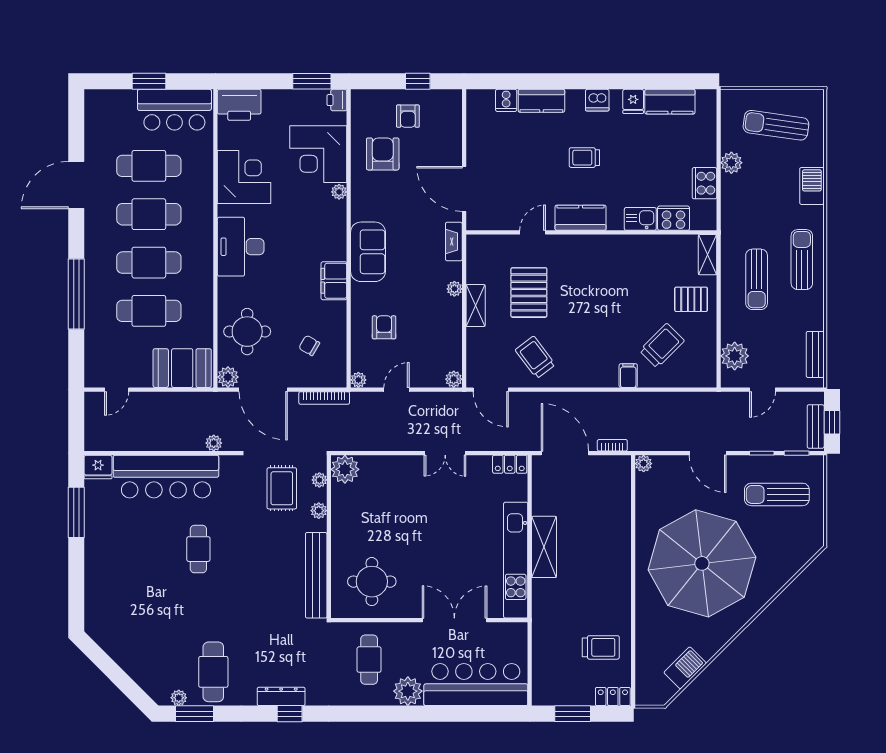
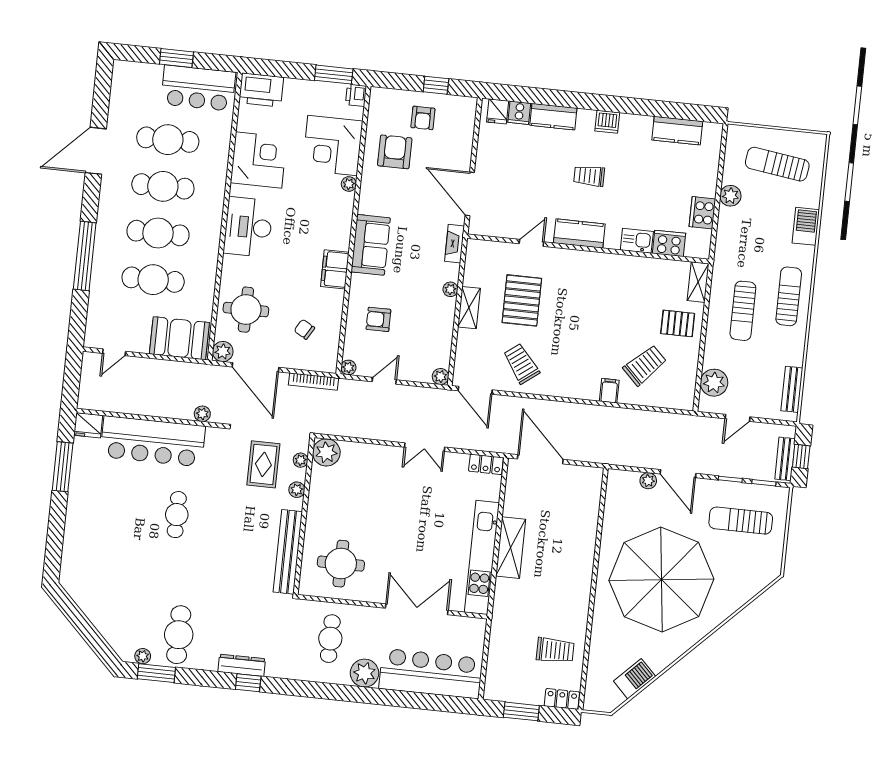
fridge: (633, 101) -> (498, 111), moved
armchair: (384, 327) -> (378, 319), turned -90
bookcase: (612, 445) -> (587, 456), removed
plant: (644, 464) -> (648, 481), moved

